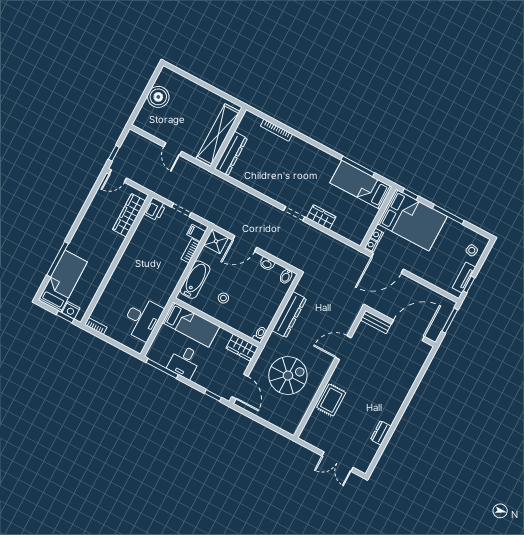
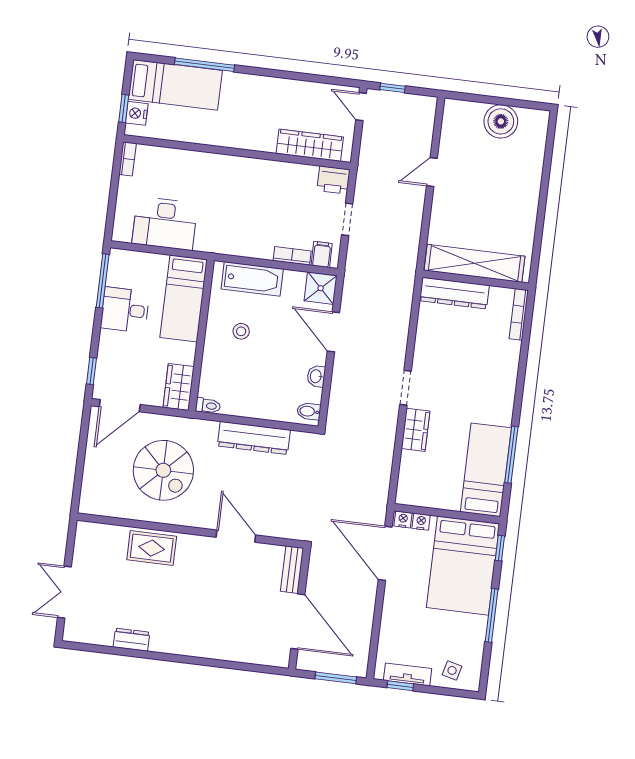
shelving: (218, 135) -> (475, 263), moved
wall: (228, 138) -> (476, 280), moved
dresser: (231, 154) -> (454, 293), moved

